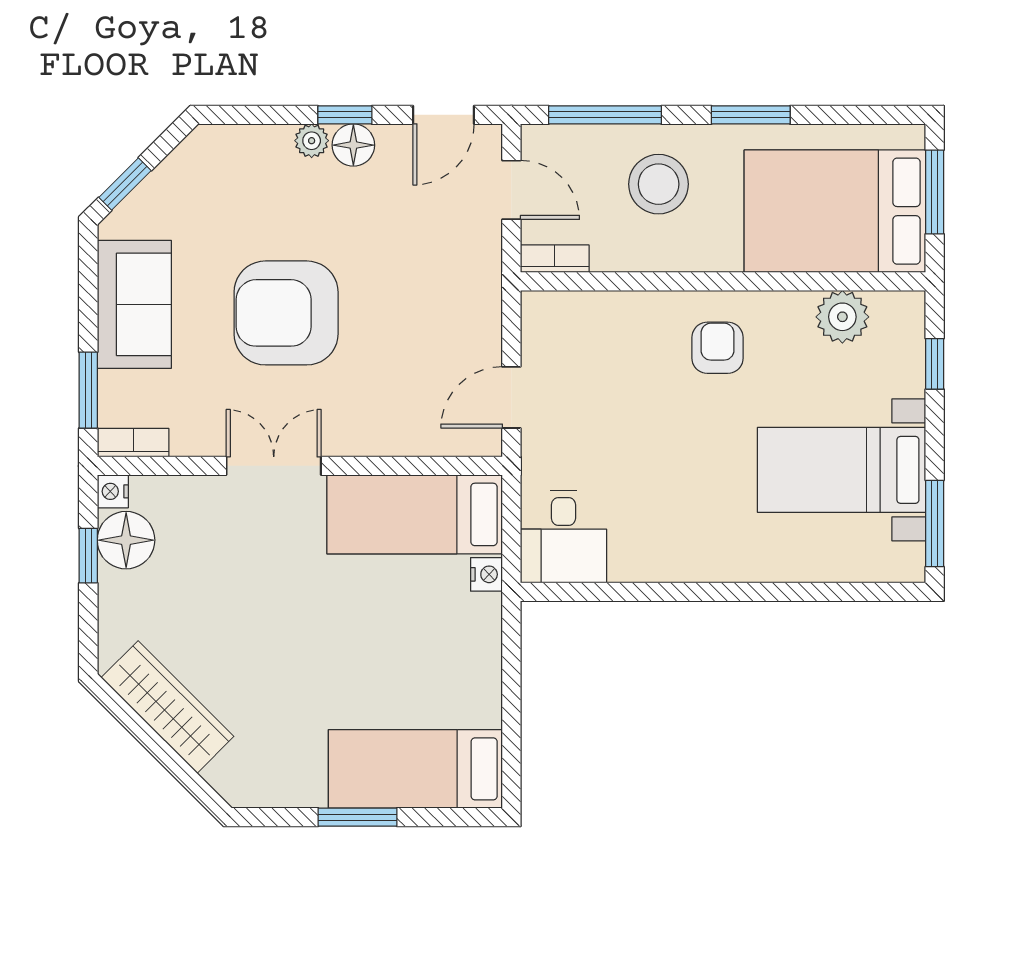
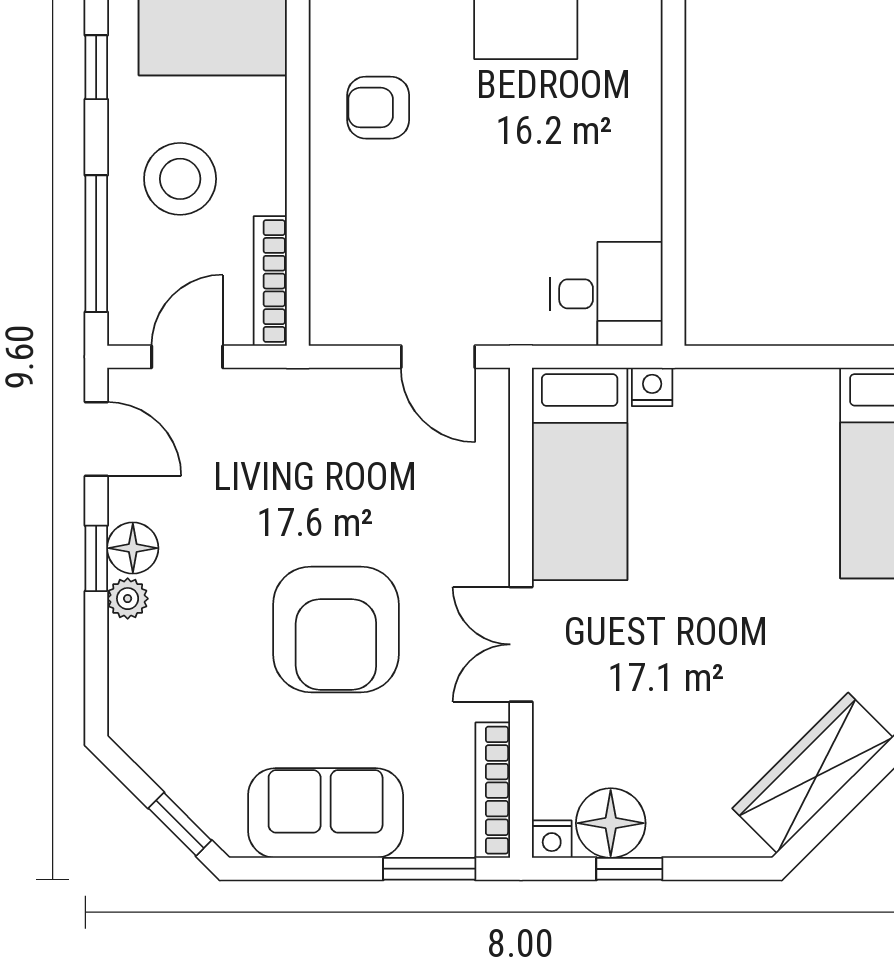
window: (751, 115) -> (96, 67), width x0.67
bookcase: (555, 259) -> (270, 281), width x1.56
bookcase: (133, 443) -> (493, 790), width x1.56

